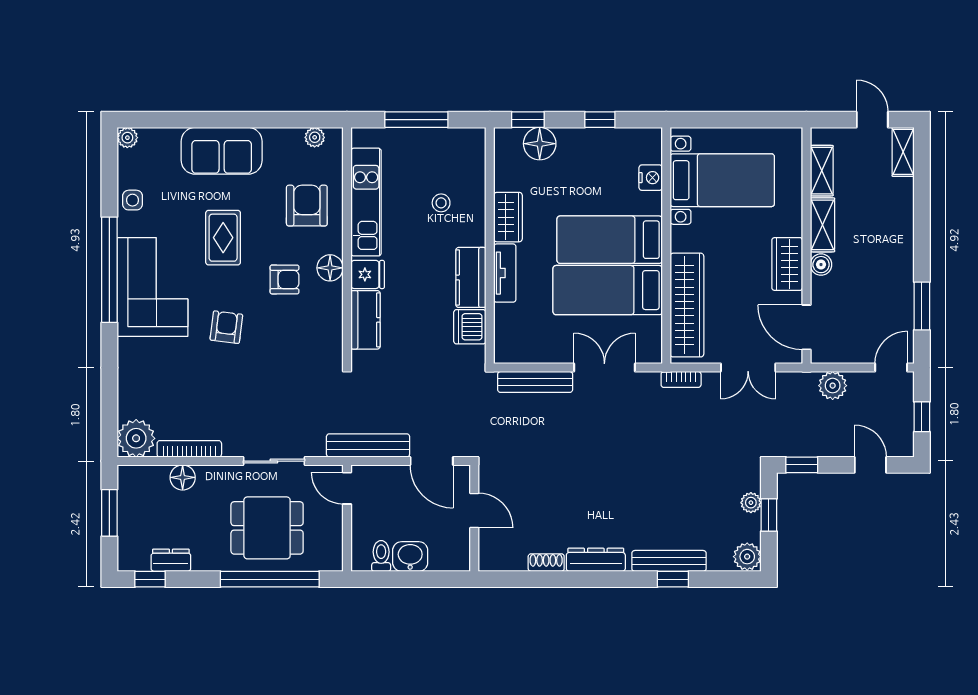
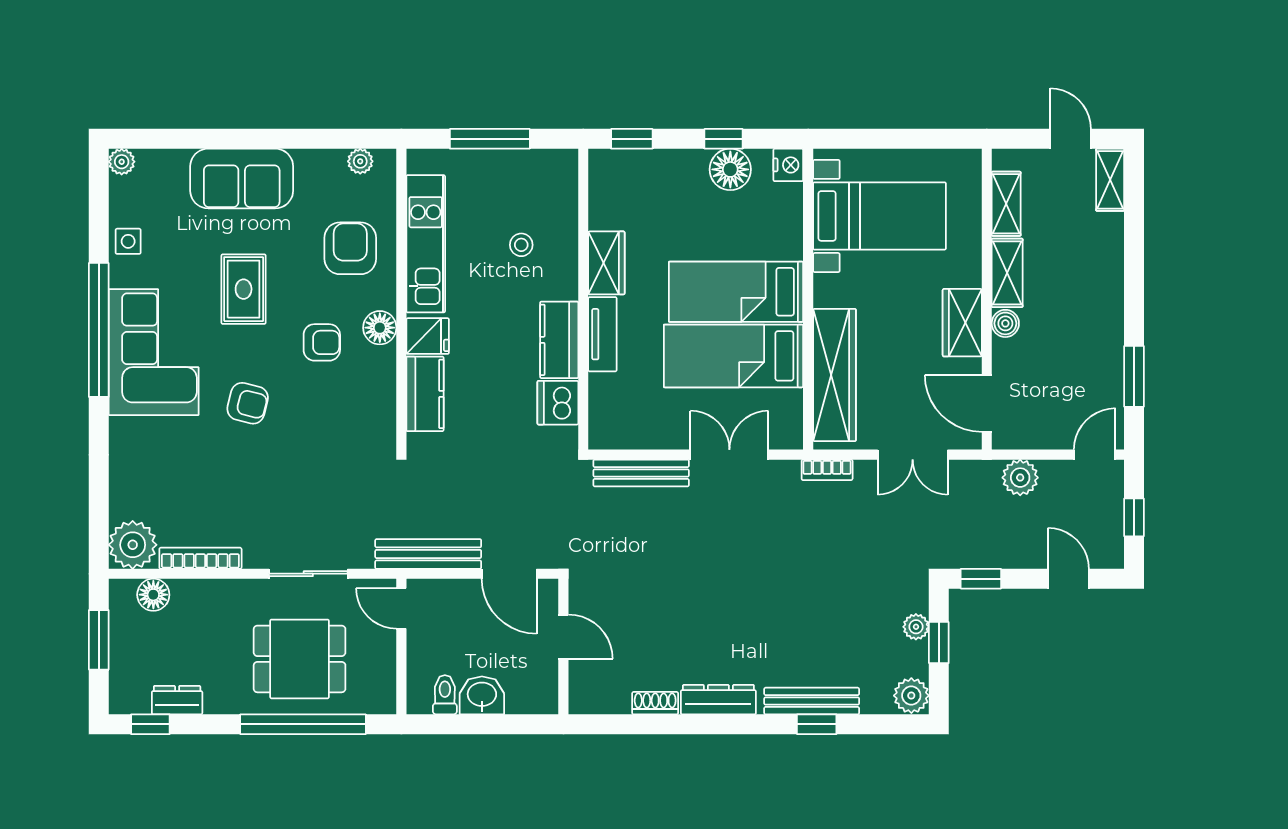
floor lamp: (540, 144) -> (730, 169), moved
nightstand: (651, 178) -> (788, 165), moved
armchair: (226, 327) -> (248, 403), turned 97
floor lamp: (183, 477) -> (153, 595), moved

